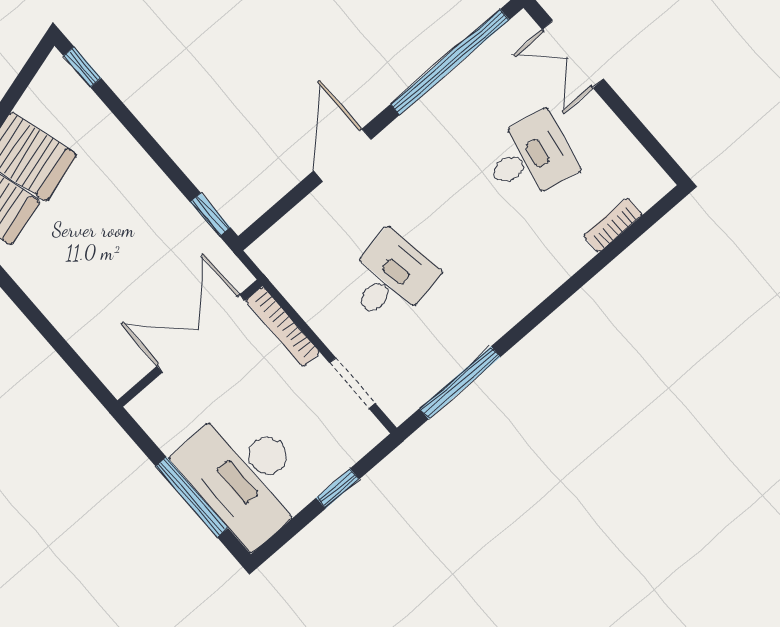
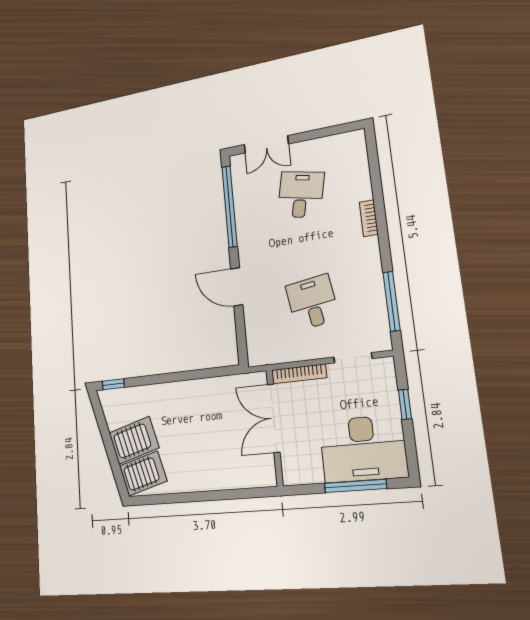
window: (210, 215) -> (220, 372), removed
bookcase: (613, 225) -> (369, 218), moved

